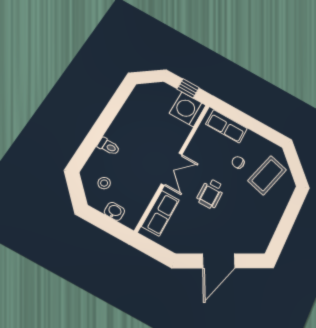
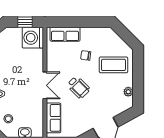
coffee table: (267, 175) -> (113, 65), moved, turned 75
wheelchair: (211, 194) -> (78, 87), turned -45
plant: (268, 232) -> (128, 92), added

